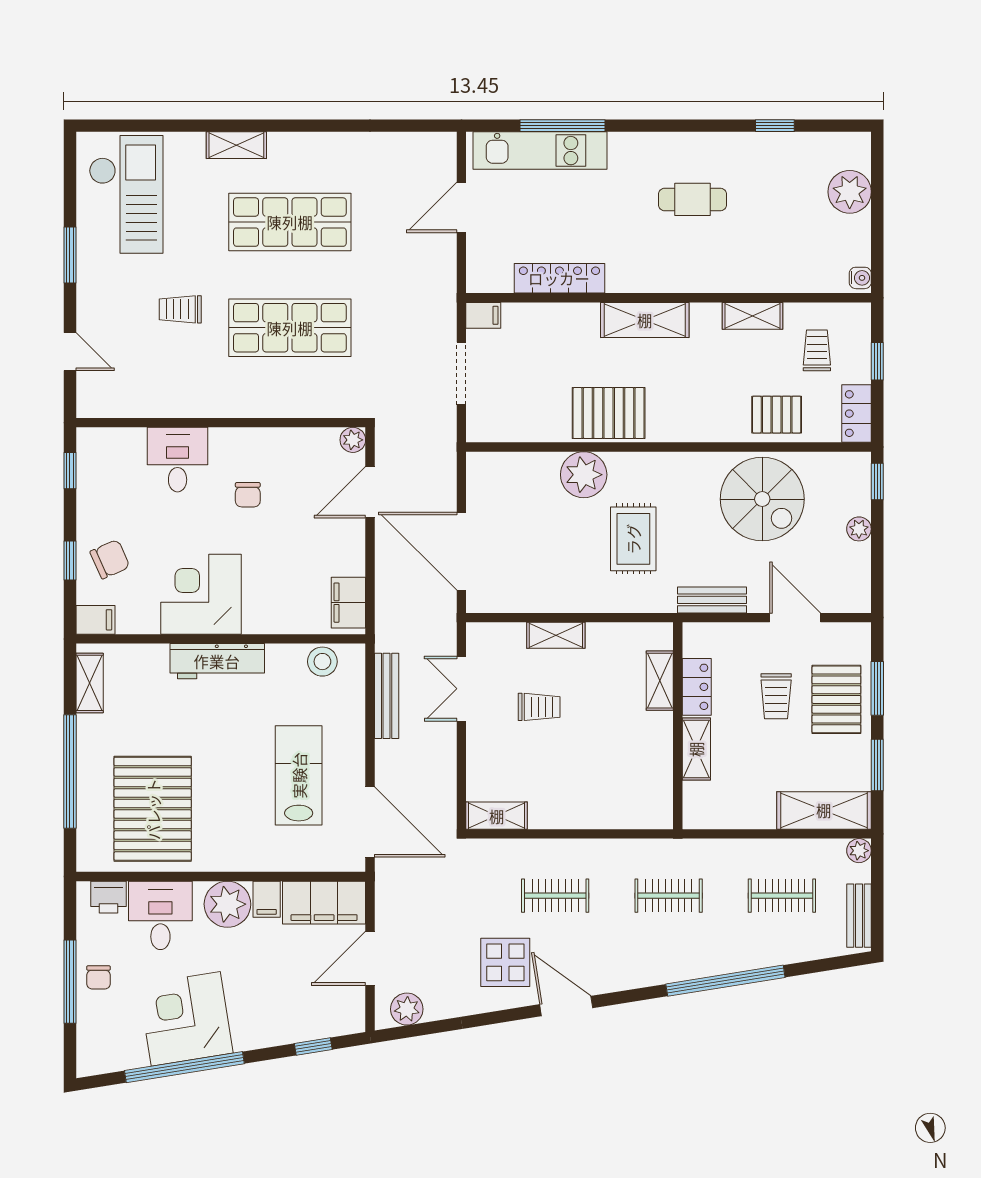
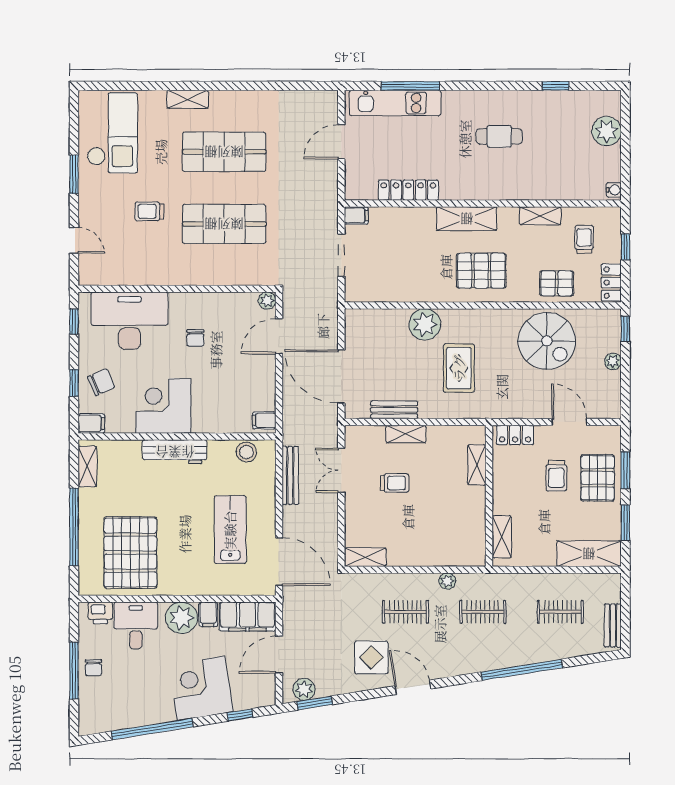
pallet: (609, 413) -> (481, 271), moved
desk: (178, 460) -> (130, 321), width x1.87, depth x1.30
bench: (712, 600) -> (394, 410), moved
filing cabinet: (348, 603) -> (264, 420), width x0.50
locker: (697, 687) -> (515, 435), moved, turned 90
shelving: (696, 749) -> (502, 537), moved
plant: (859, 851) -> (447, 581), moved
corner desk: (186, 1019) -> (201, 688), moved
window: (422, 1029) -> (315, 703), added

